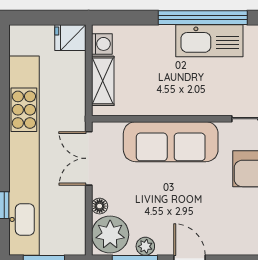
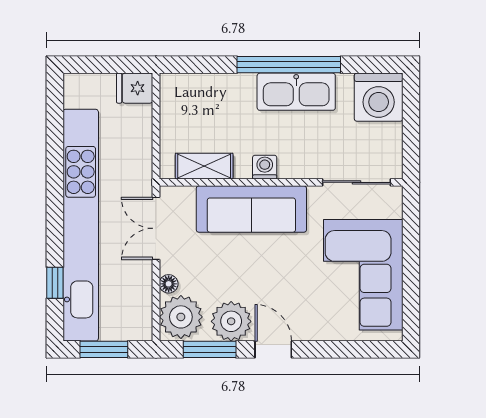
washing machine: (102, 44) -> (265, 167), moved, turned -90
shelving: (103, 81) -> (204, 166), moved, turned 90
plant: (145, 246) -> (231, 321), width x1.87, depth x1.87

